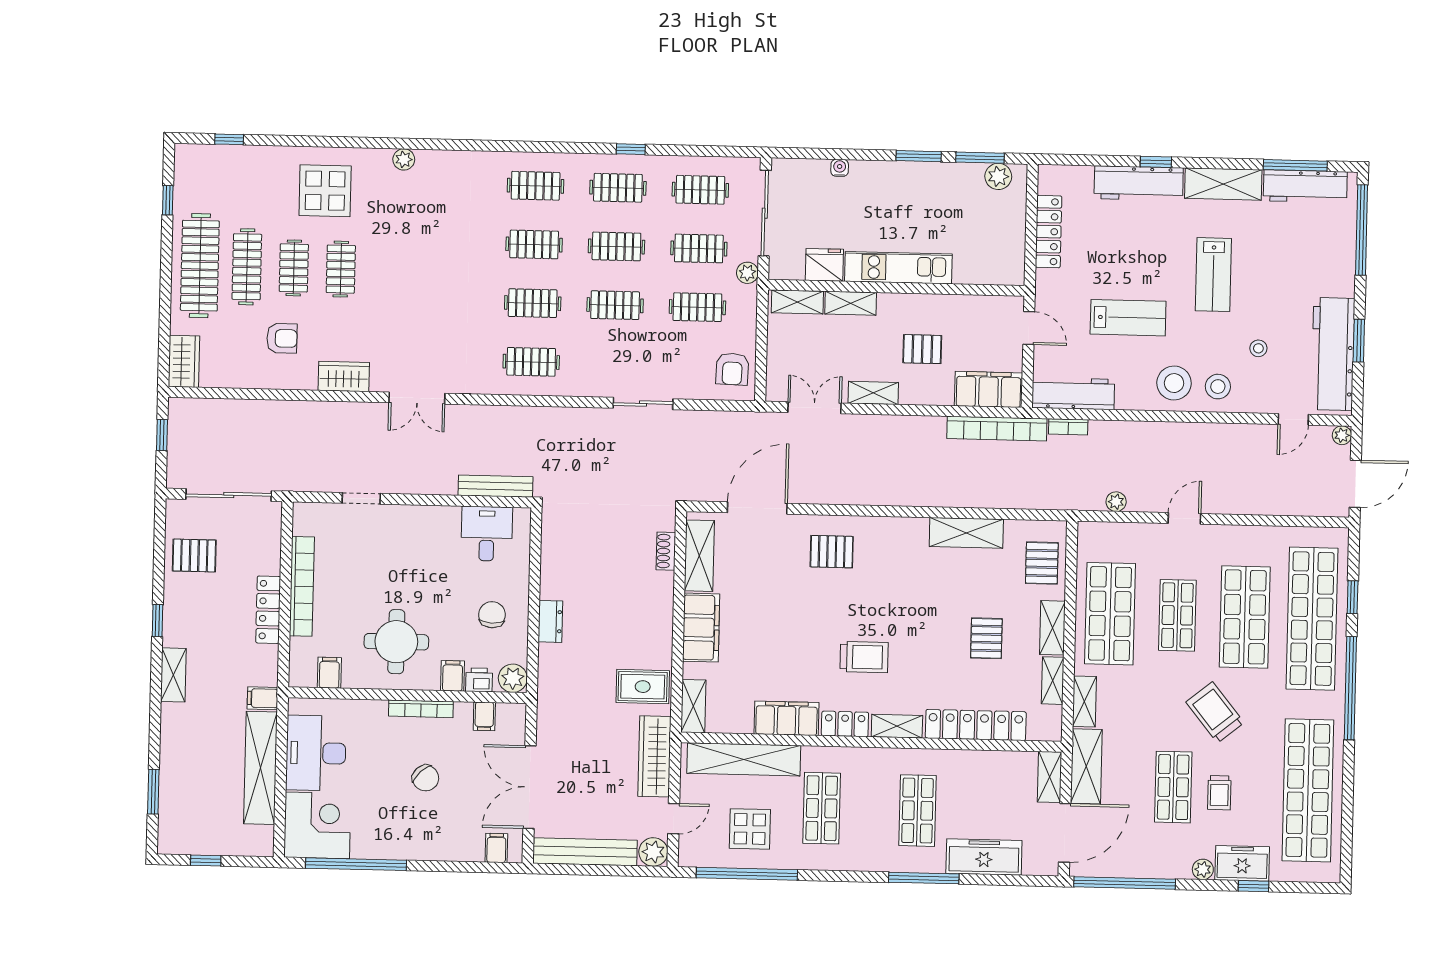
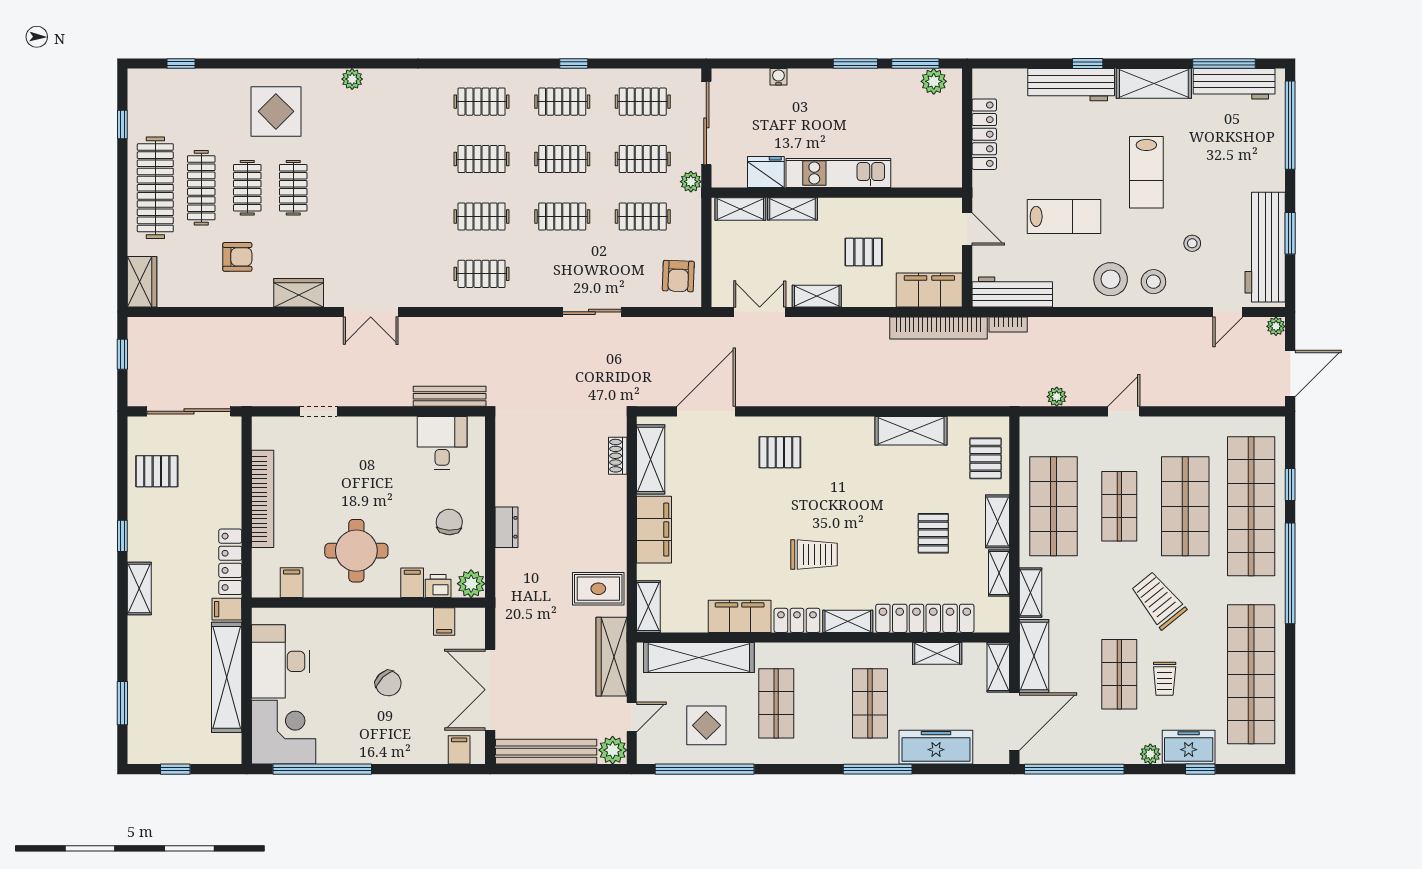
locker: (268, 610) -> (230, 562), moved
bookcase: (421, 709) -> (382, 616), removed
shelving: (987, 761) -> (937, 653), added

